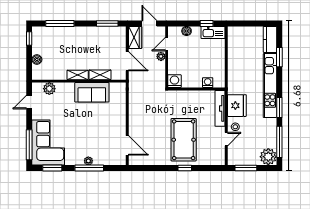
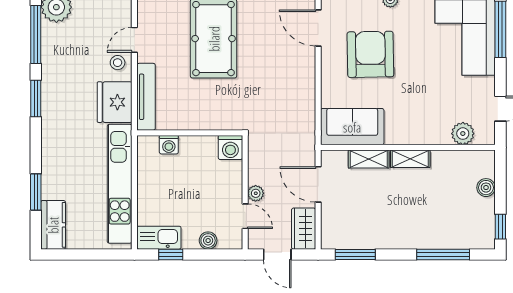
door: (167, 44) -> (245, 216), hinge flipped
kitchen unit: (270, 86) -> (120, 184), moved, turned 180
sofa: (92, 92) -> (352, 127), moved
armchair: (99, 131) -> (370, 54), added

